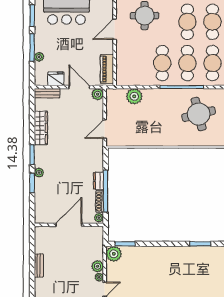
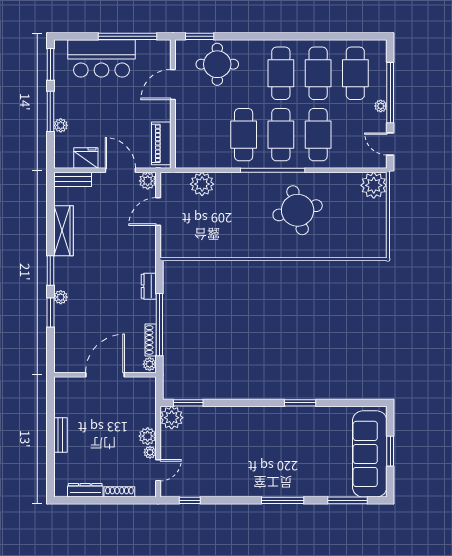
door: (105, 129) -> (158, 212), moved
dresser: (98, 181) -> (149, 286), moved

